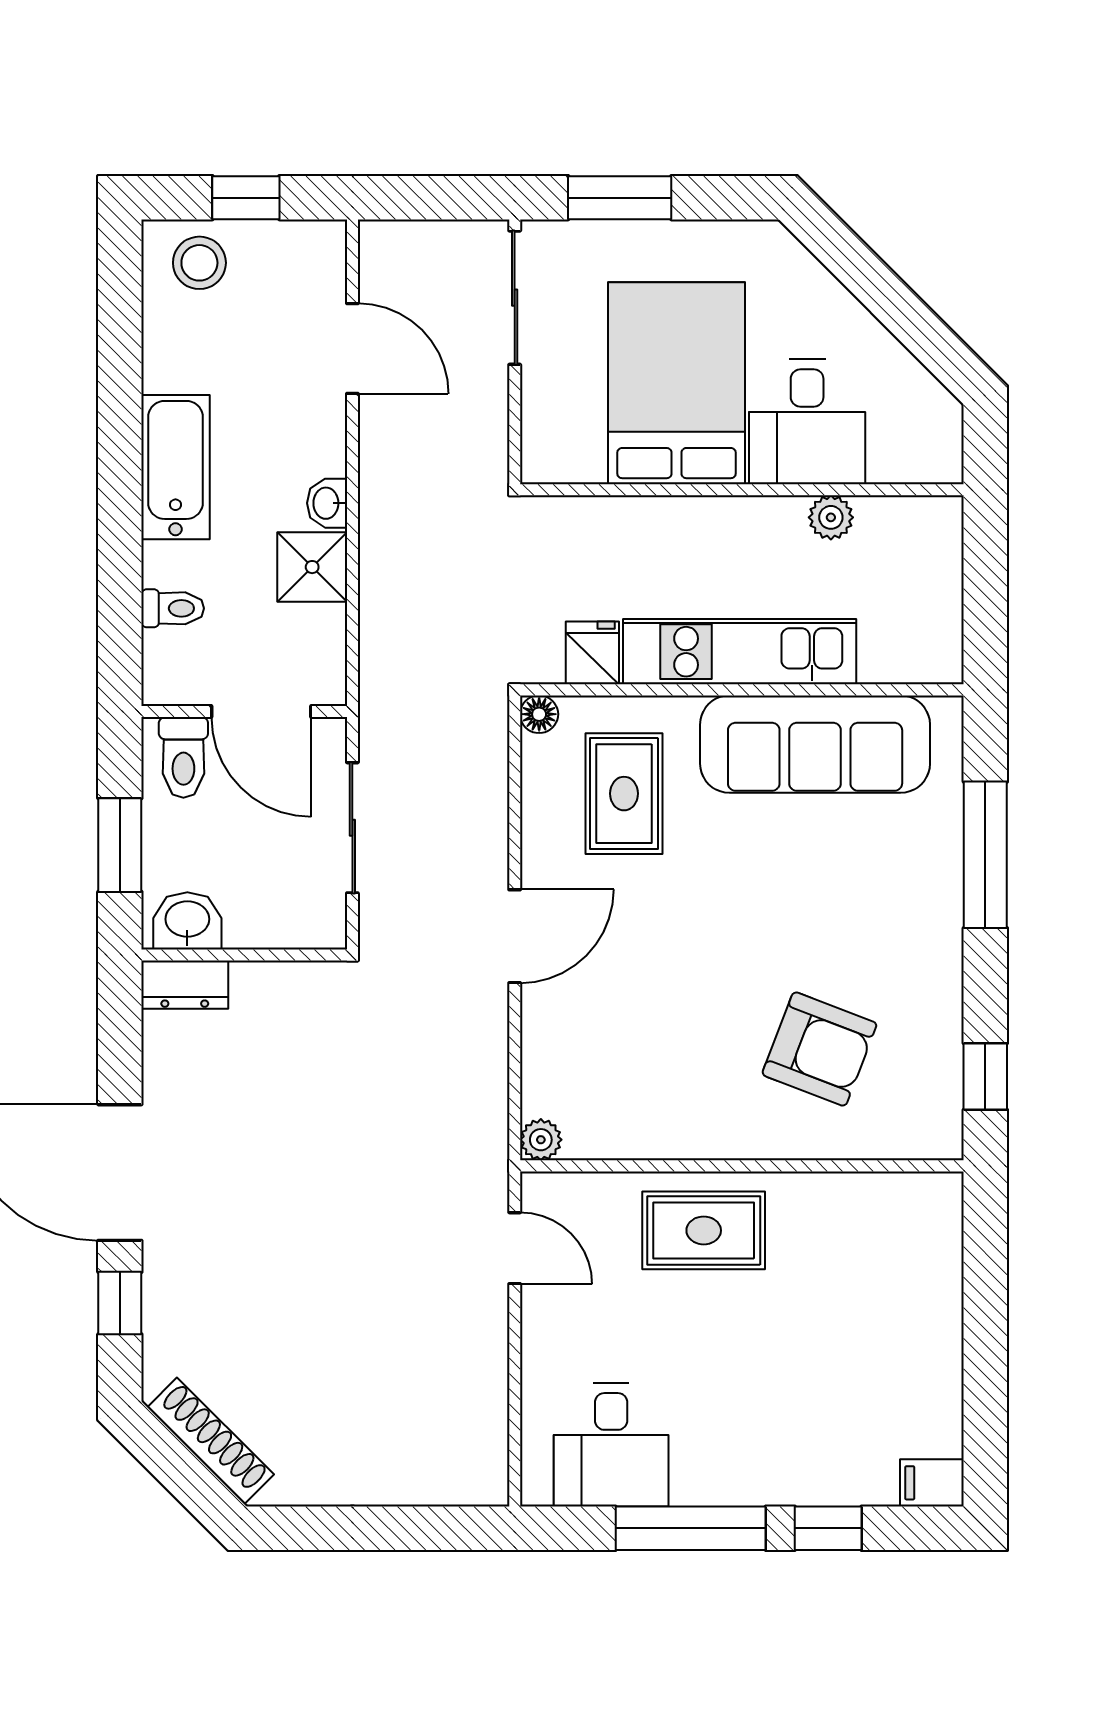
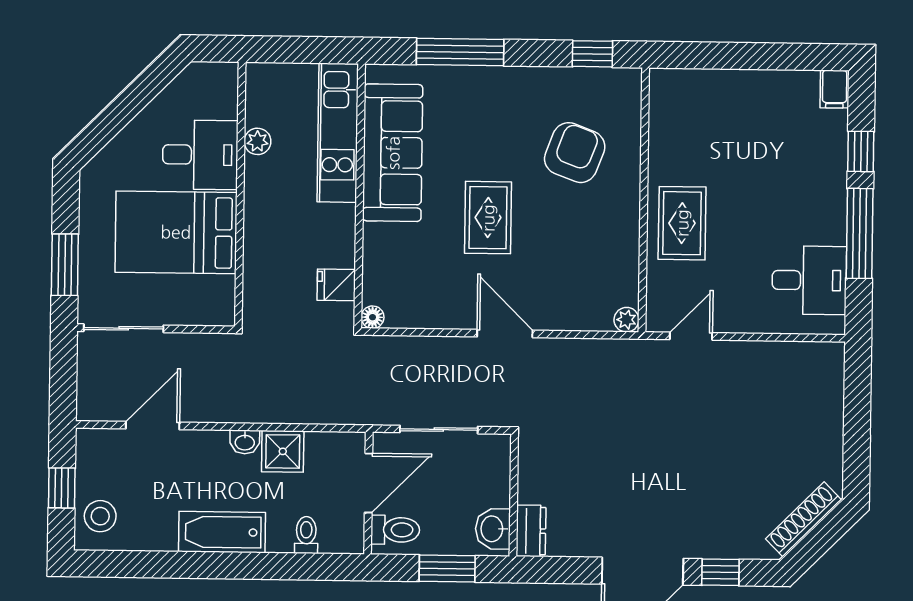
kitchen unit: (740, 652) -> (338, 133), moved
rug: (624, 794) -> (488, 218), moved, turned 90

